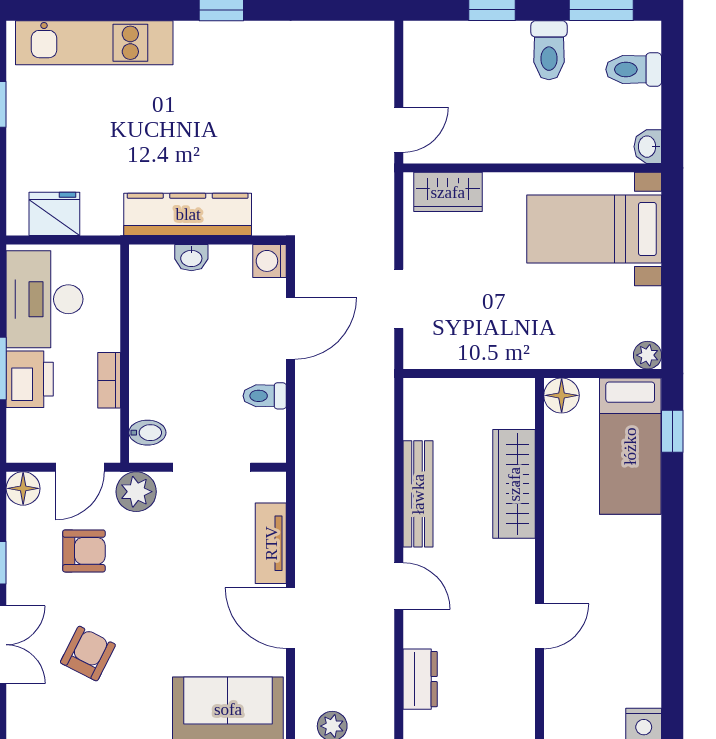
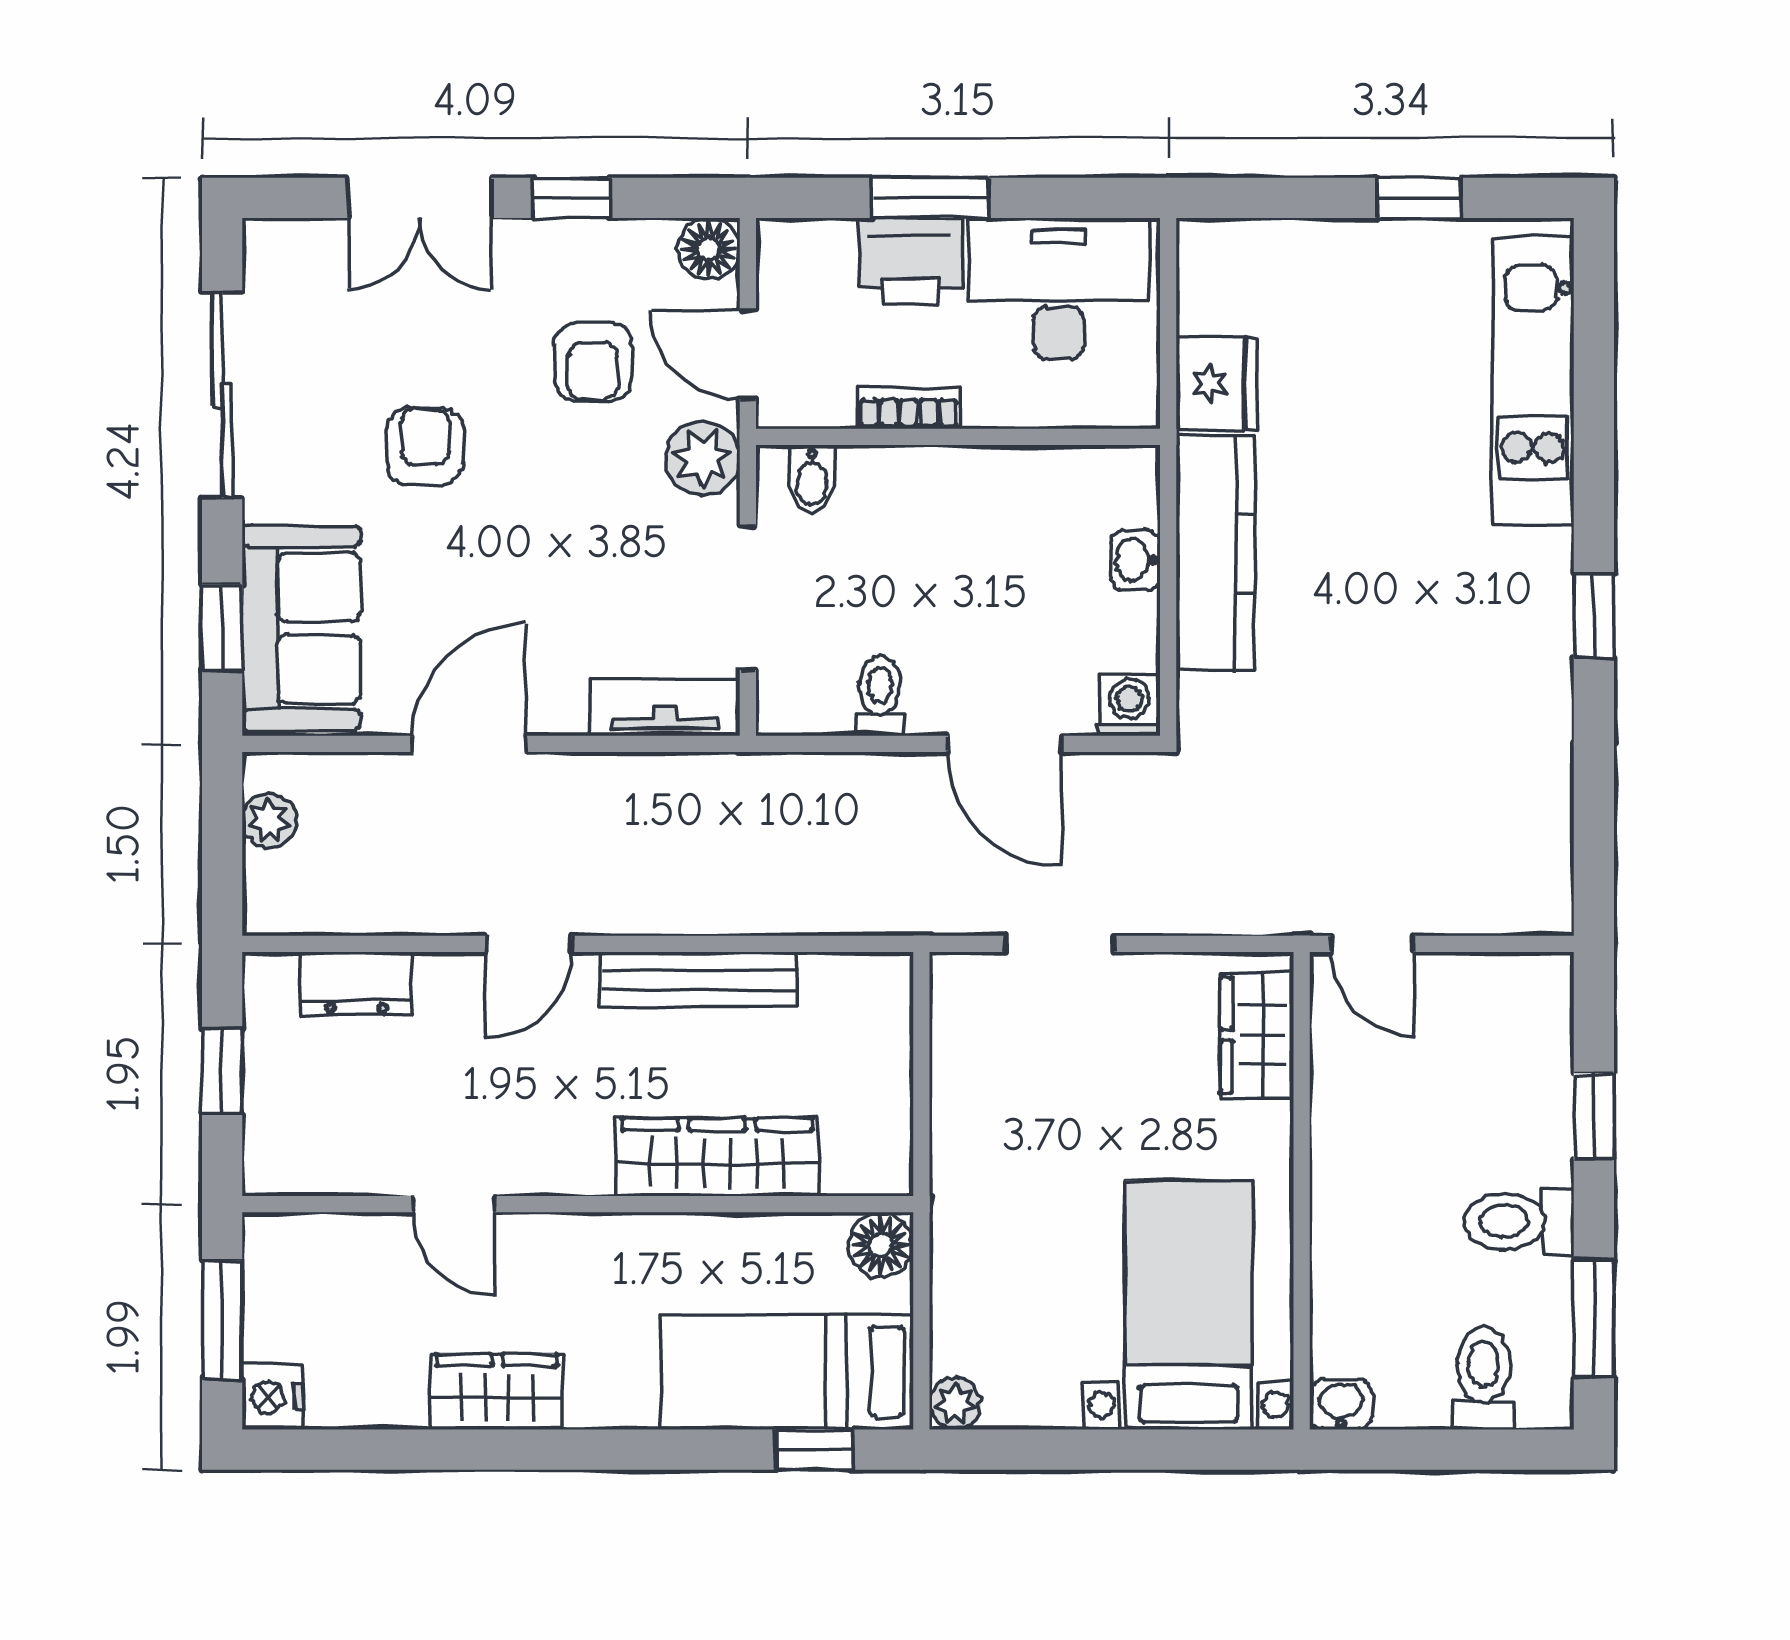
fridge: (54, 214) -> (1217, 384), moved
tv unit: (271, 543) -> (665, 707), moved
wardrobe: (641, 603) -> (497, 1392), added
armchair: (88, 654) -> (425, 446), moved, turned -117

